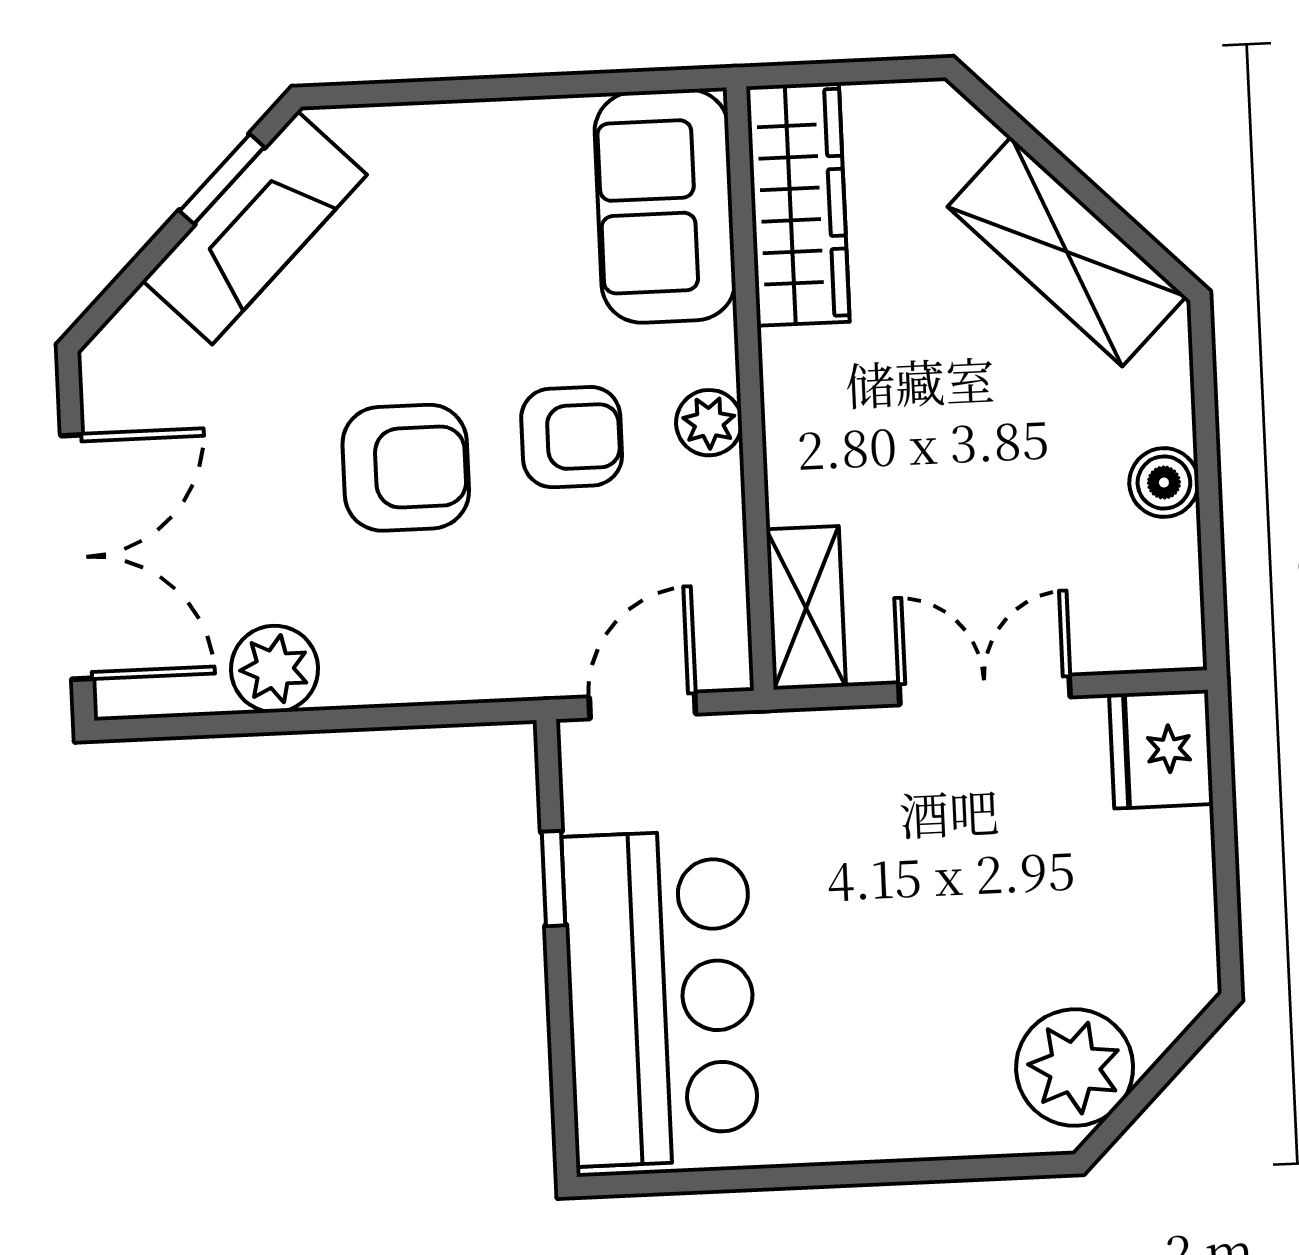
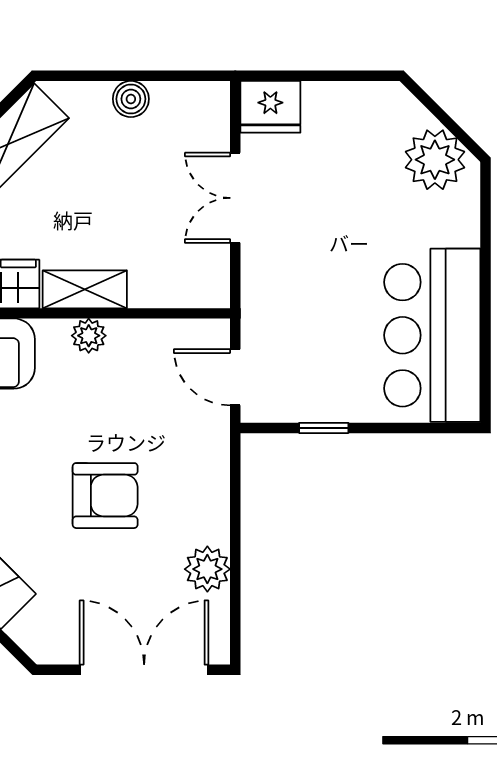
armchair: (572, 437) -> (93, 408), removed
armchair: (406, 468) -> (105, 496), turned 90
shelving: (806, 608) -> (85, 289), moved
bar counter: (661, 998) -> (432, 335), moved, turned -90

